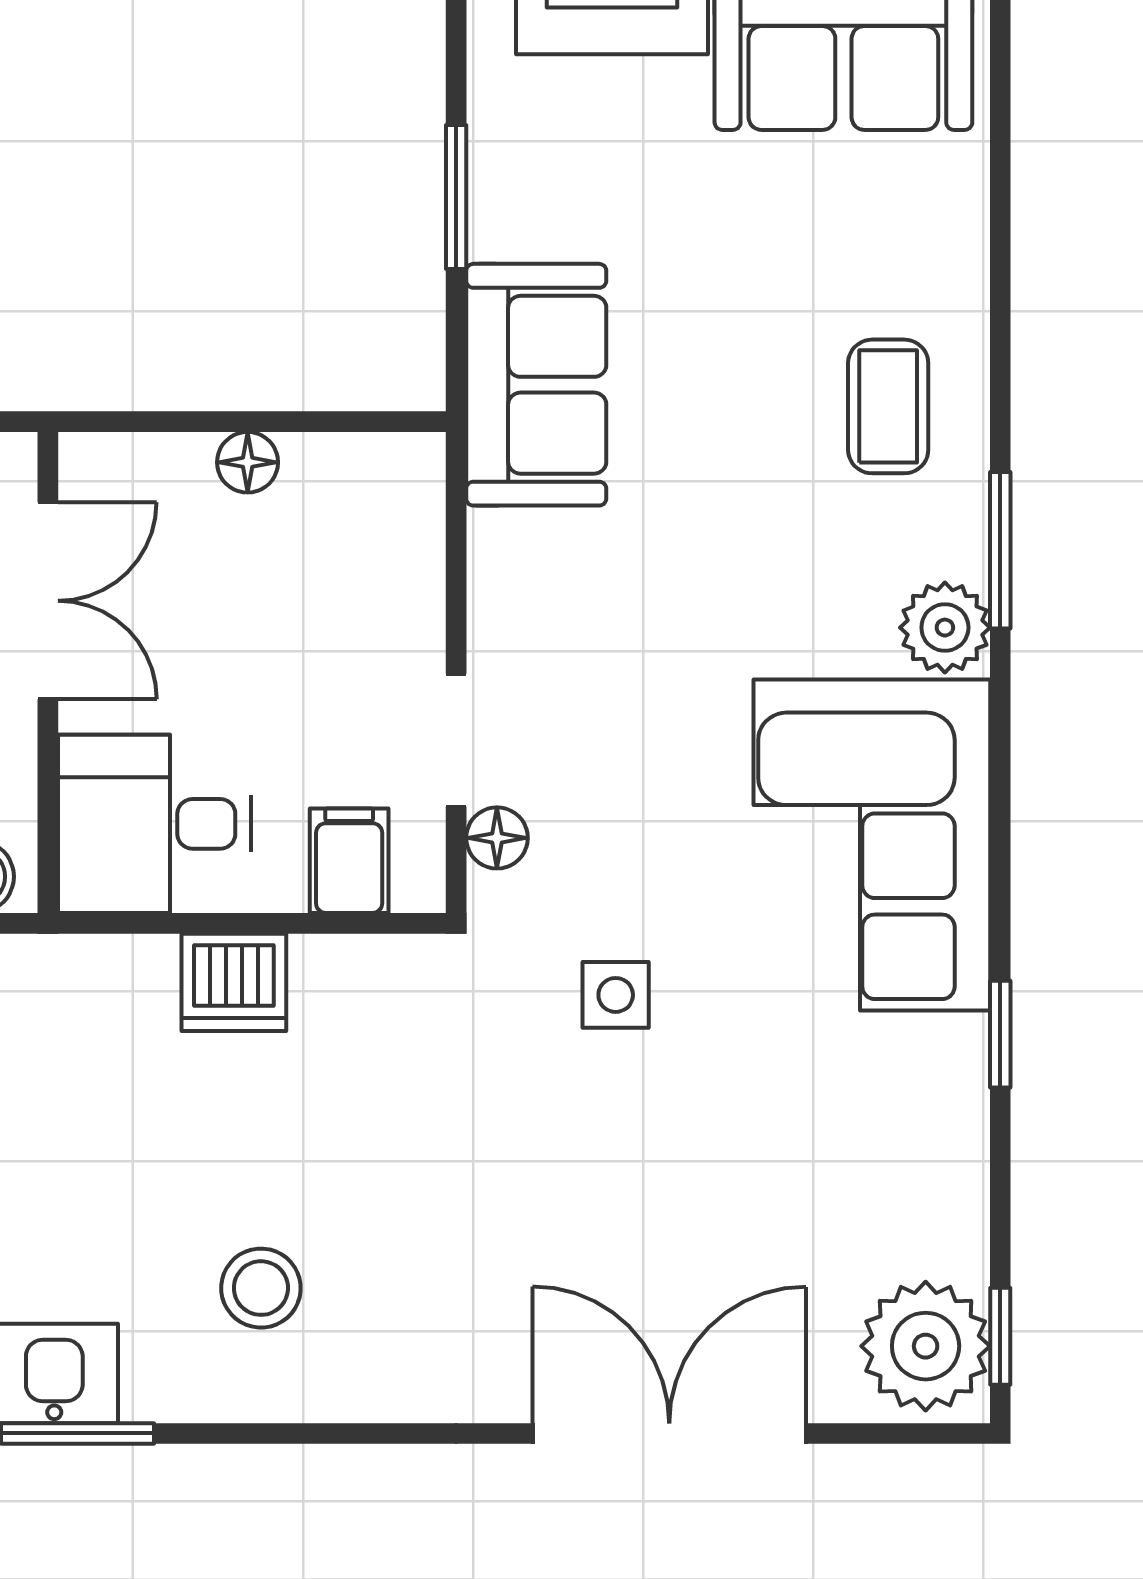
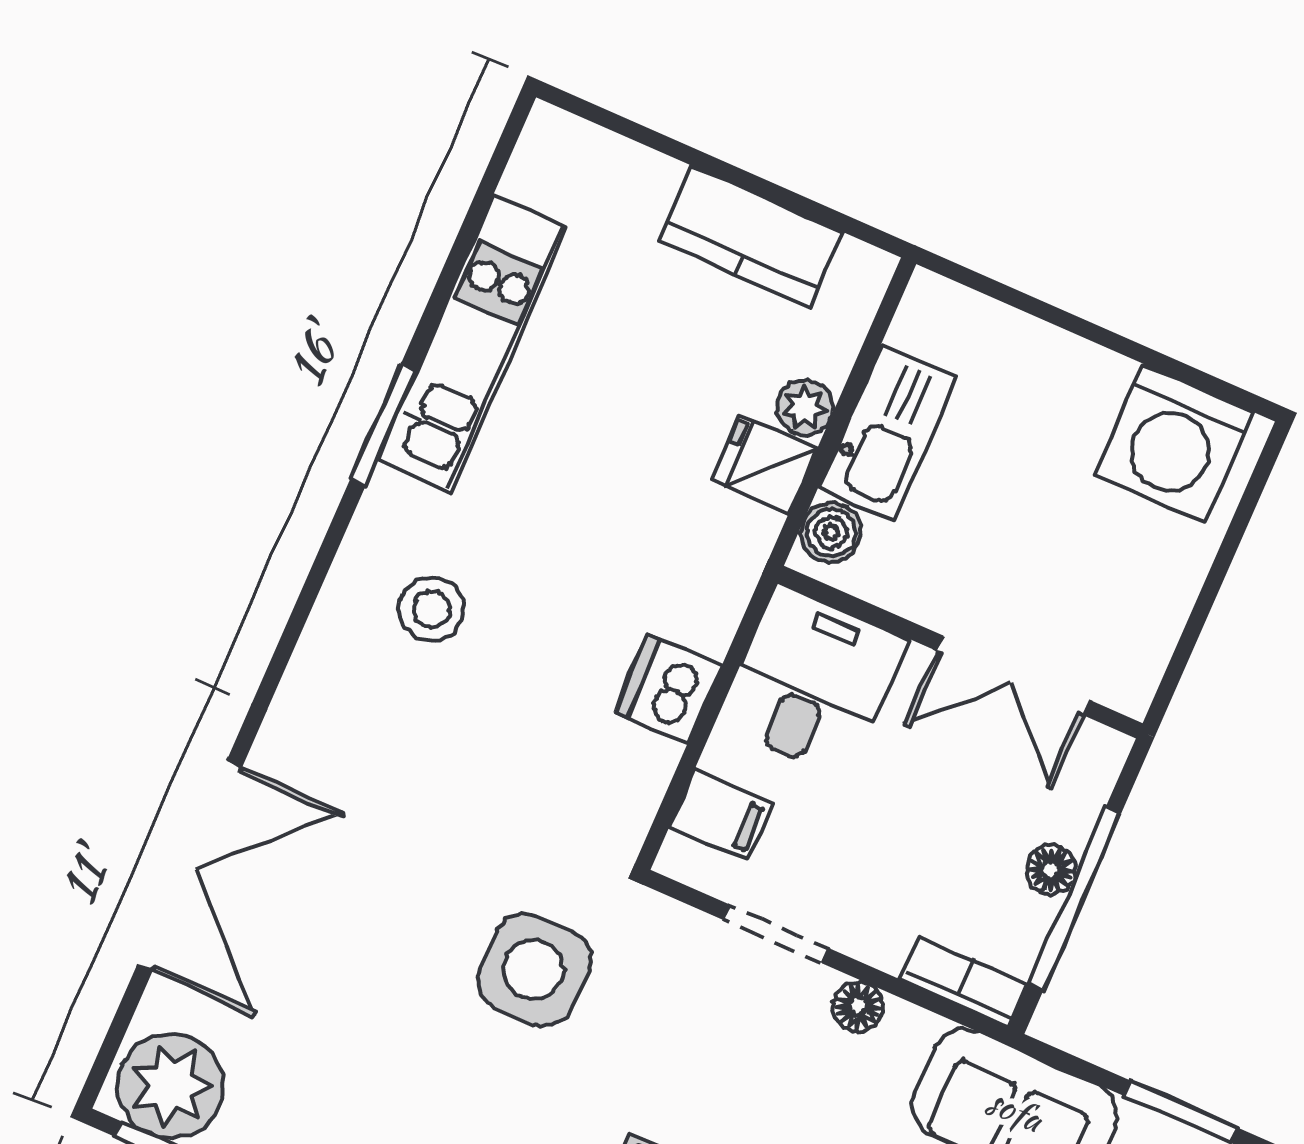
window: (269, 422) -> (1075, 899), added
bookcase: (417, 504) -> (965, 982), added
floor lamp: (497, 838) -> (858, 1006), moved
side table: (616, 995) -> (534, 970), width x1.87, depth x1.87

